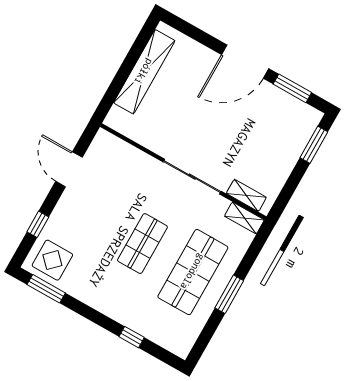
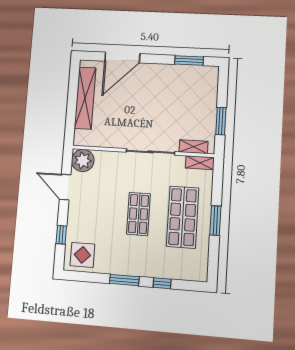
door: (245, 62) -> (122, 57), moved
window: (314, 145) -> (221, 121), moved
plant: (106, 147) -> (83, 160), added
window: (46, 289) -> (124, 280), moved

